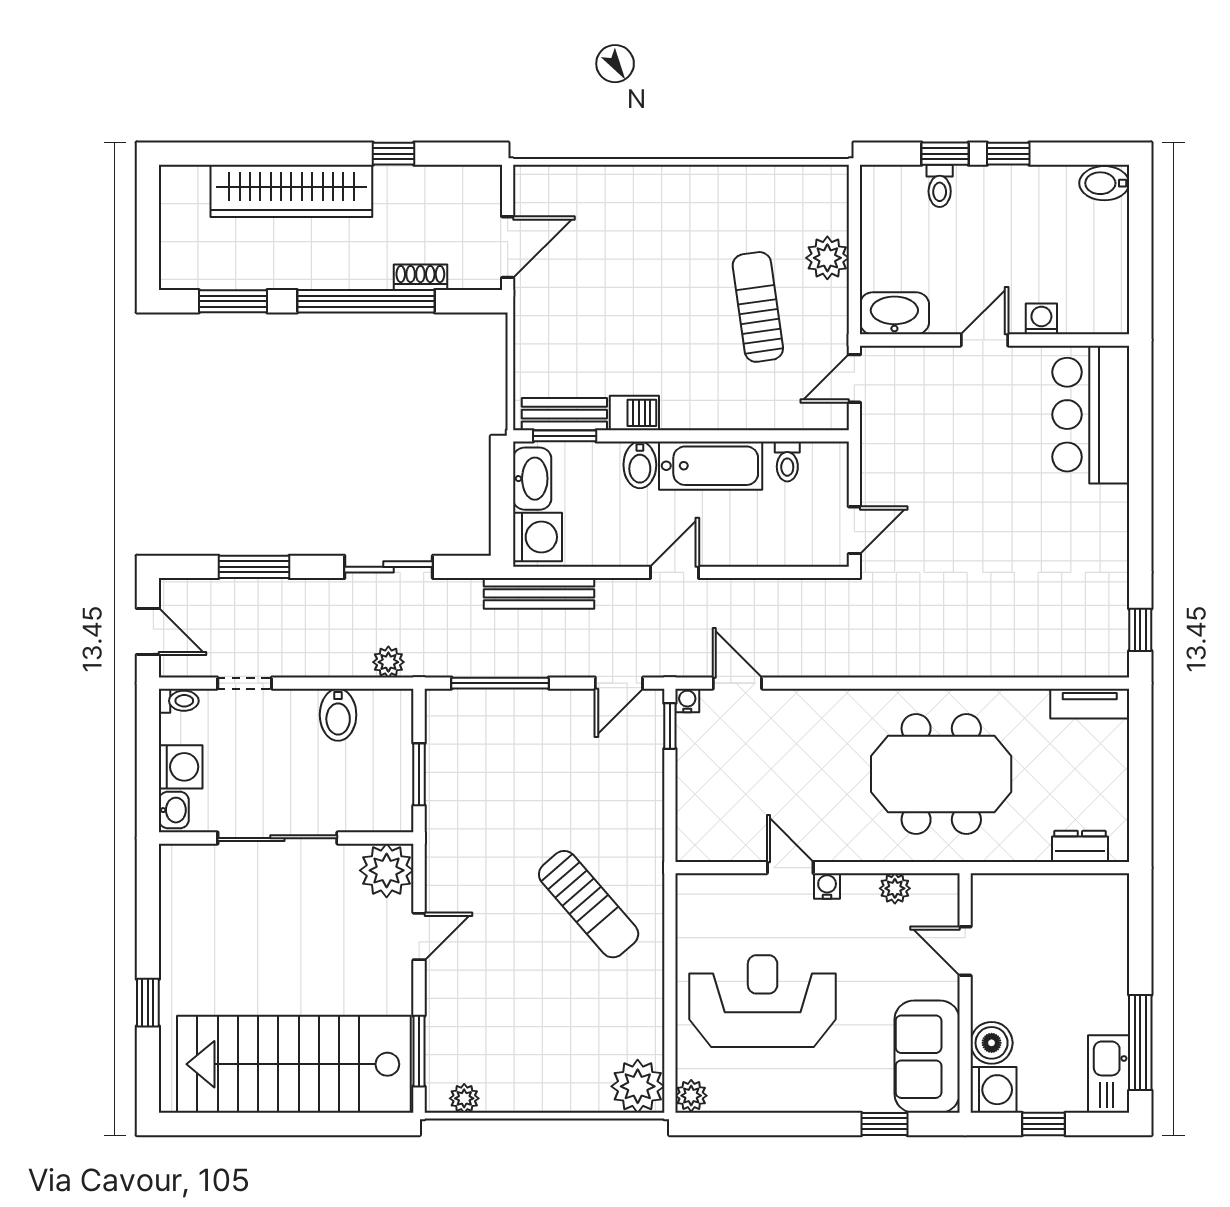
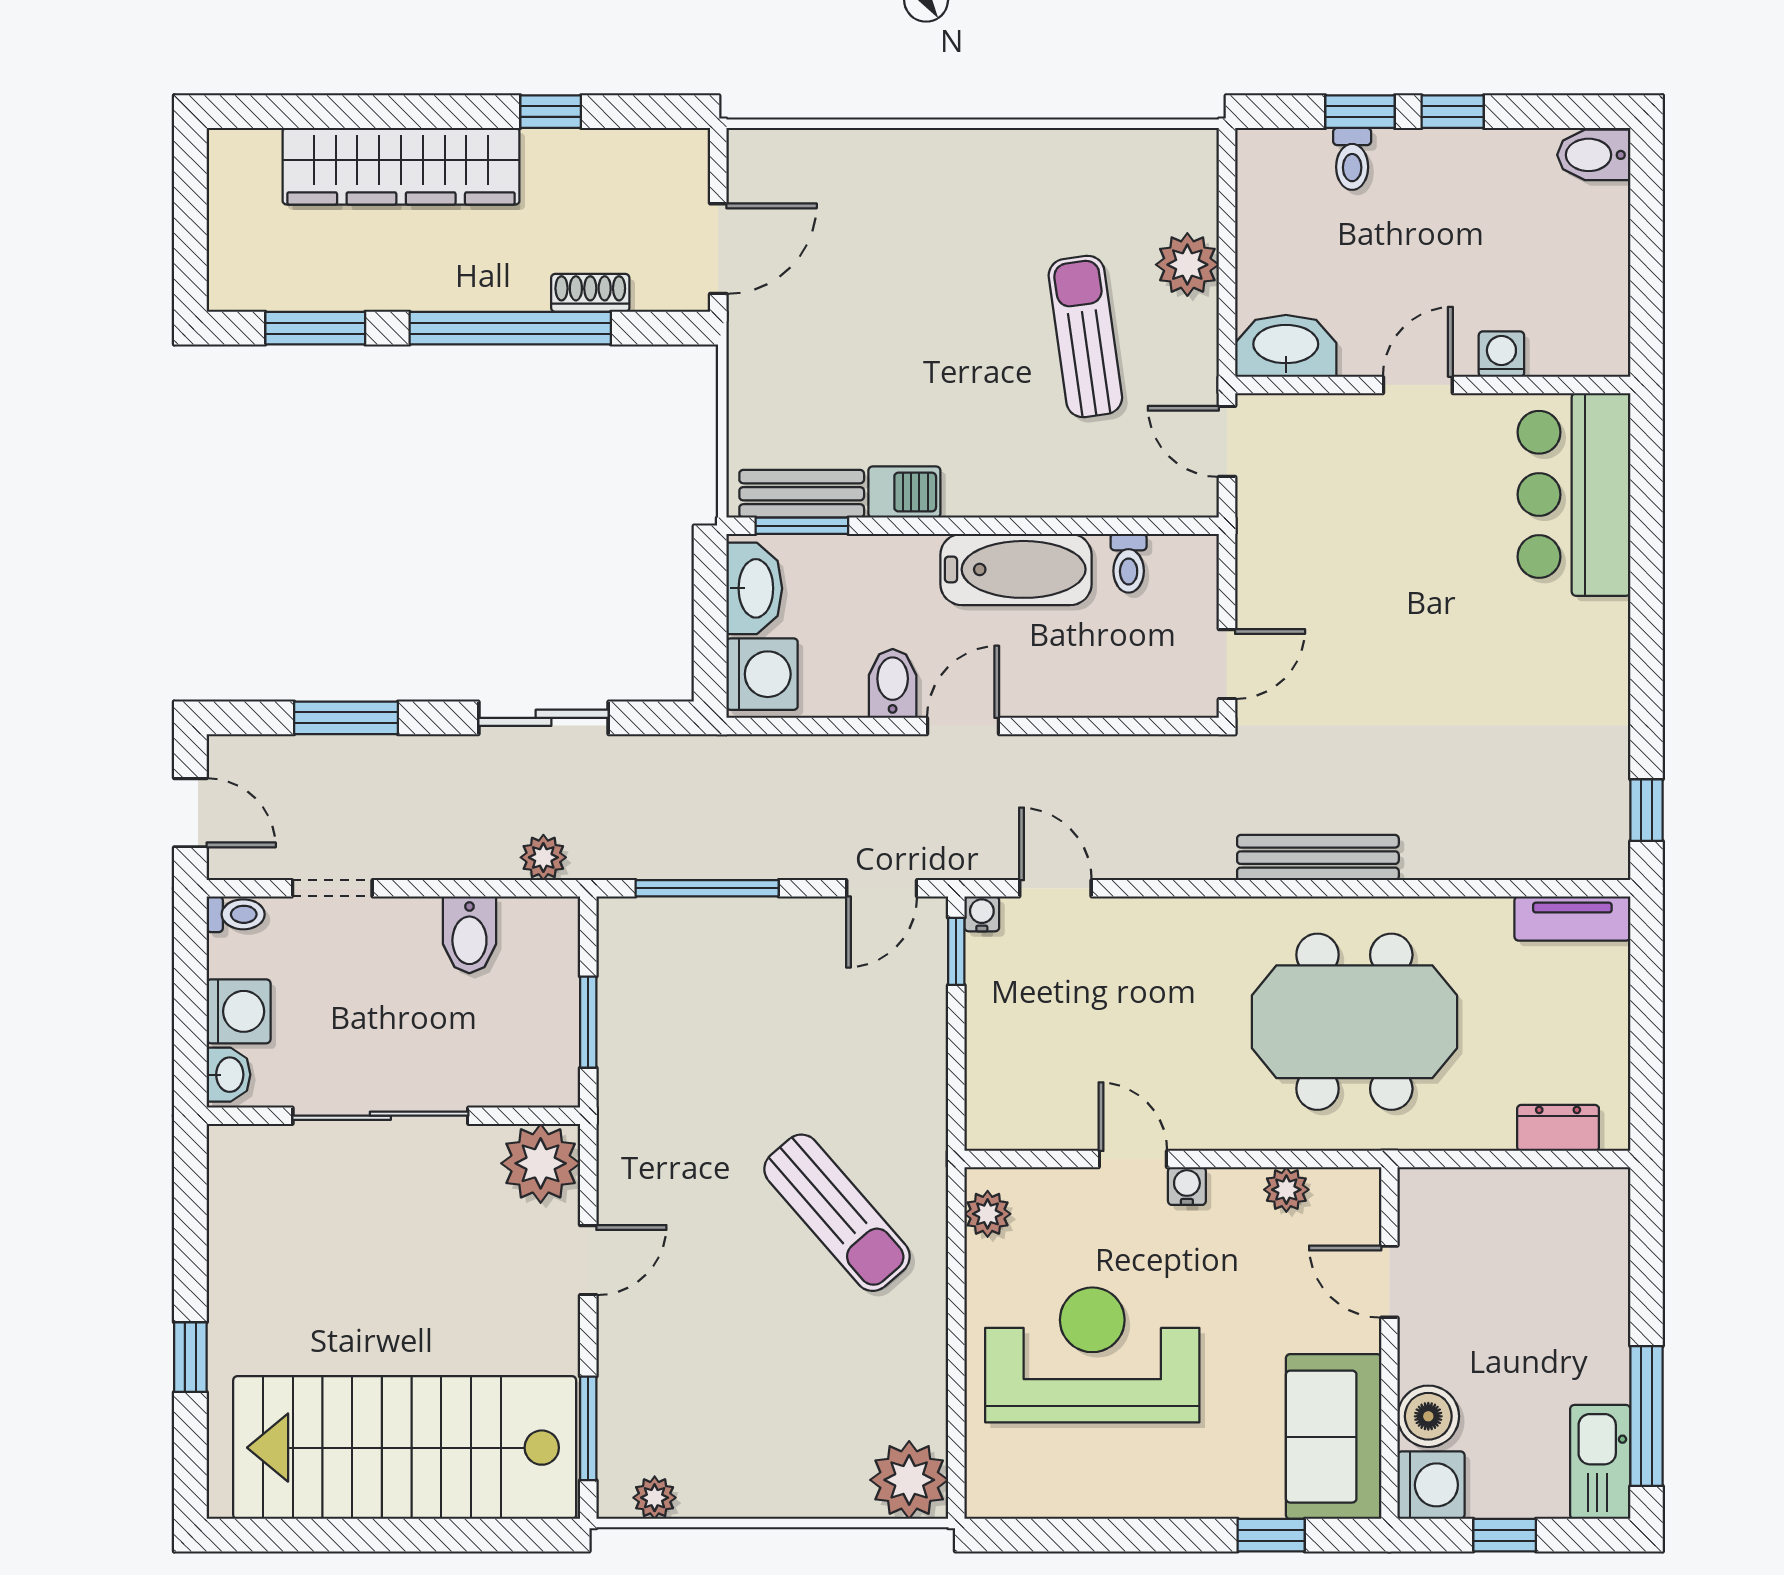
door: (854, 378) -> (1227, 441), hinge flipped
bidet: (640, 465) -> (893, 683), moved, turned 180
bench: (539, 593) -> (1318, 858), moved
plant: (691, 1096) -> (988, 1214), moved

